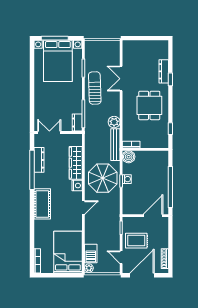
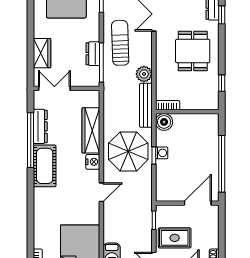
sun lounger: (95, 88) -> (120, 43), moved
wardrobe: (40, 107) -> (42, 53), added
dresser: (77, 123) -> (93, 54), moved
cot: (42, 204) -> (45, 166), moved

